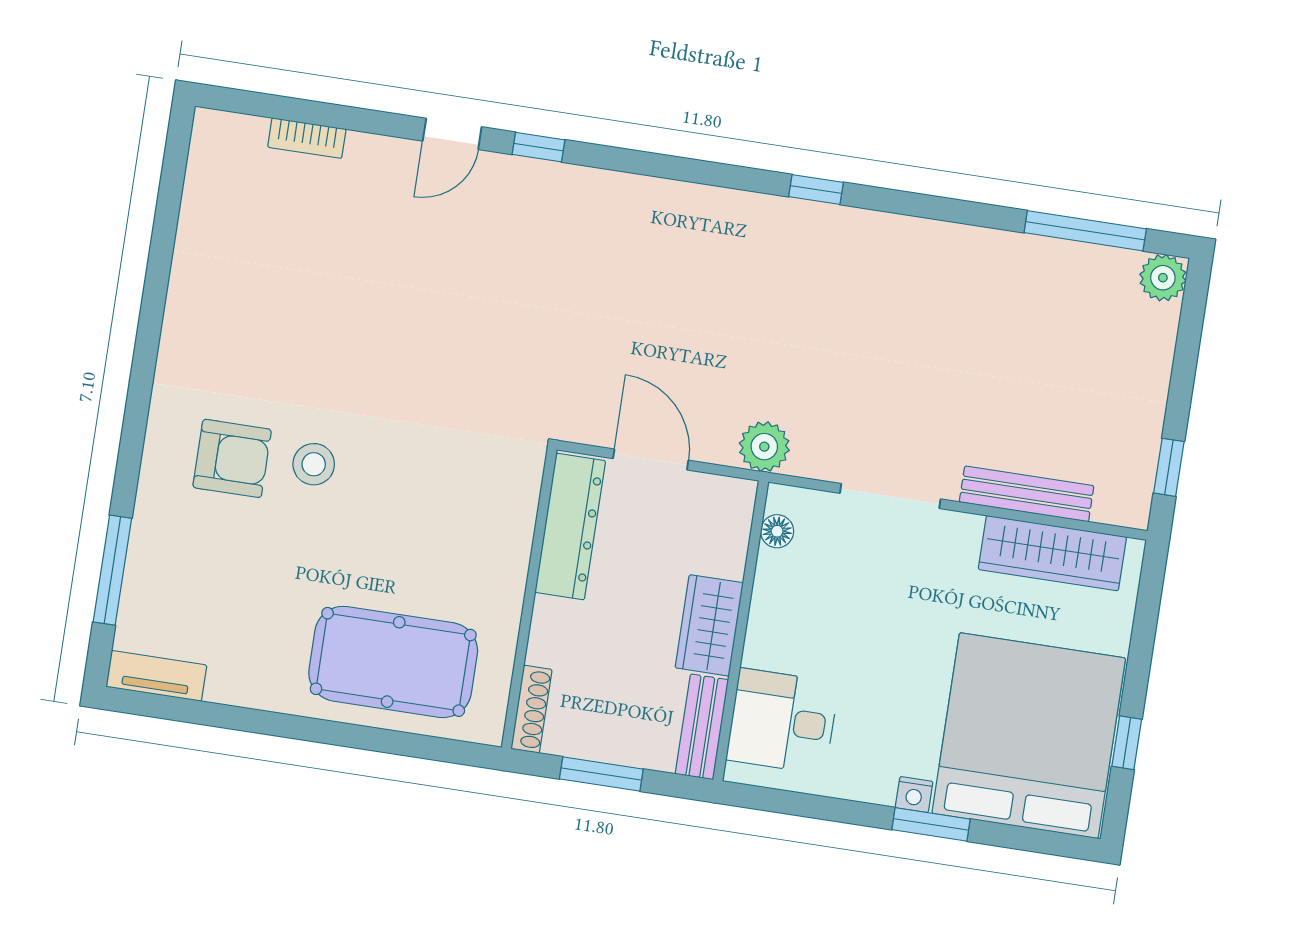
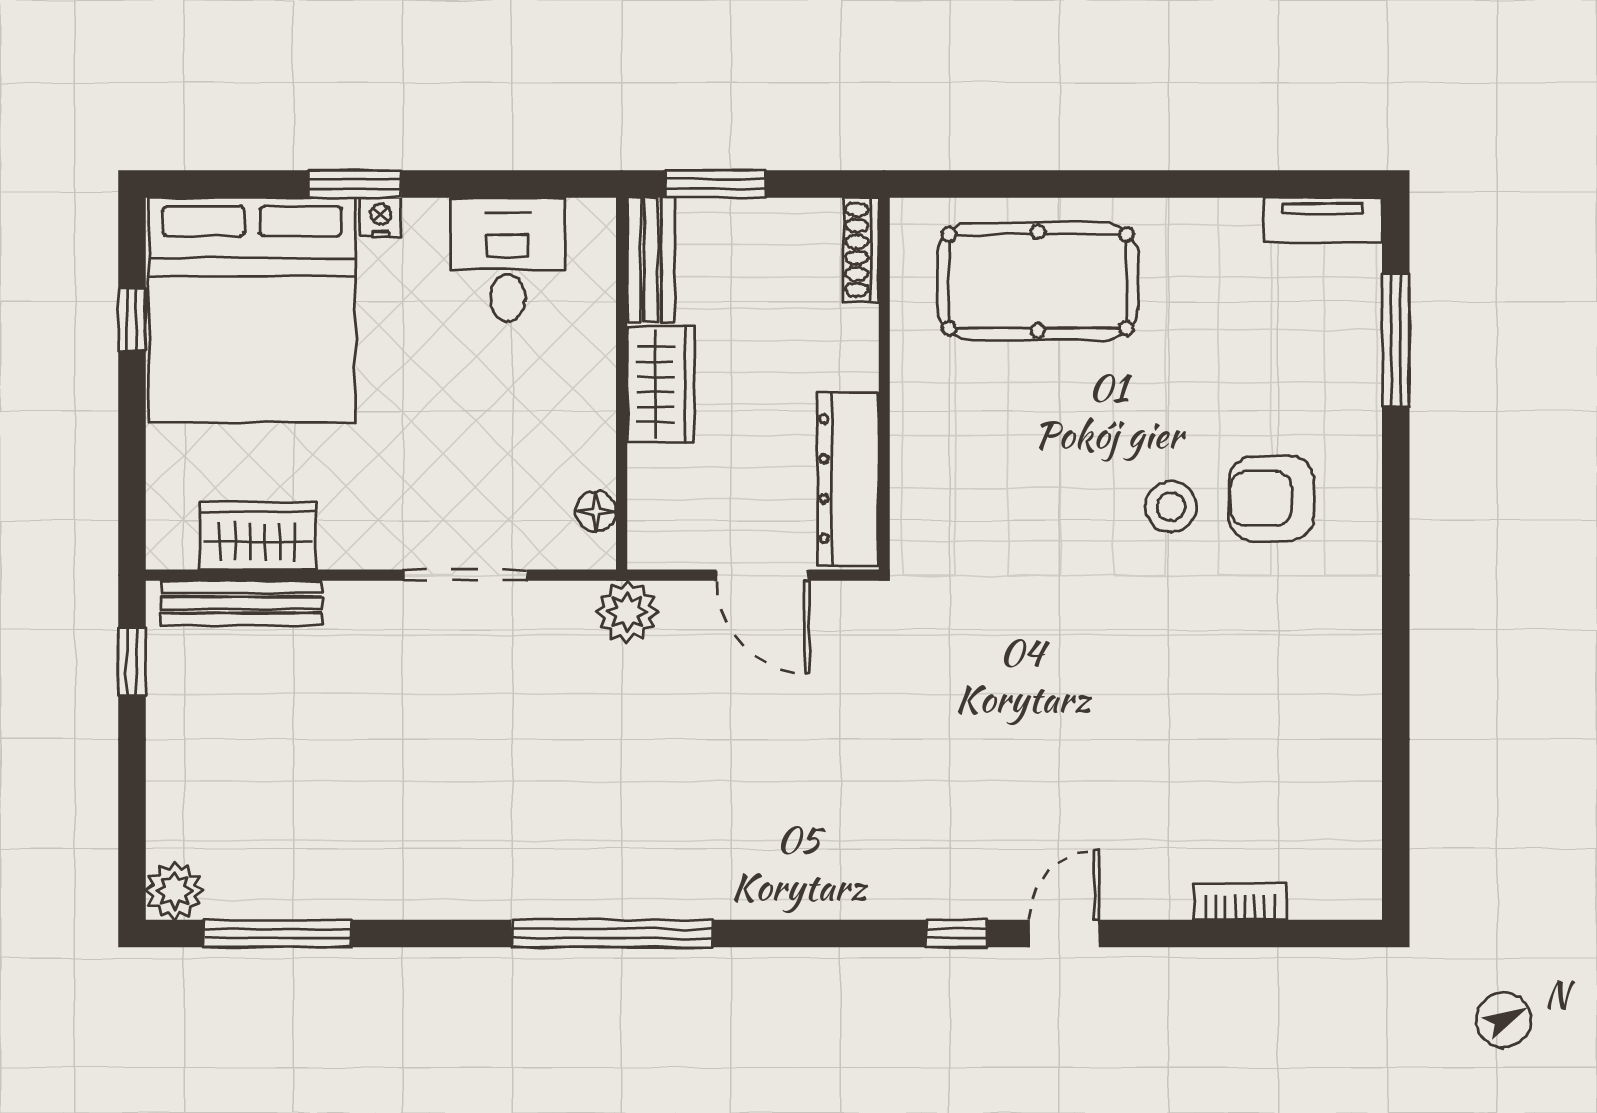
window: (816, 190) -> (612, 933), width x3.17
bench: (1027, 494) -> (241, 603), moved
wardrobe: (1052, 553) -> (258, 536), width x0.67
desk: (782, 721) -> (508, 260), moved, turned -90
window: (601, 774) -> (715, 184), moved

